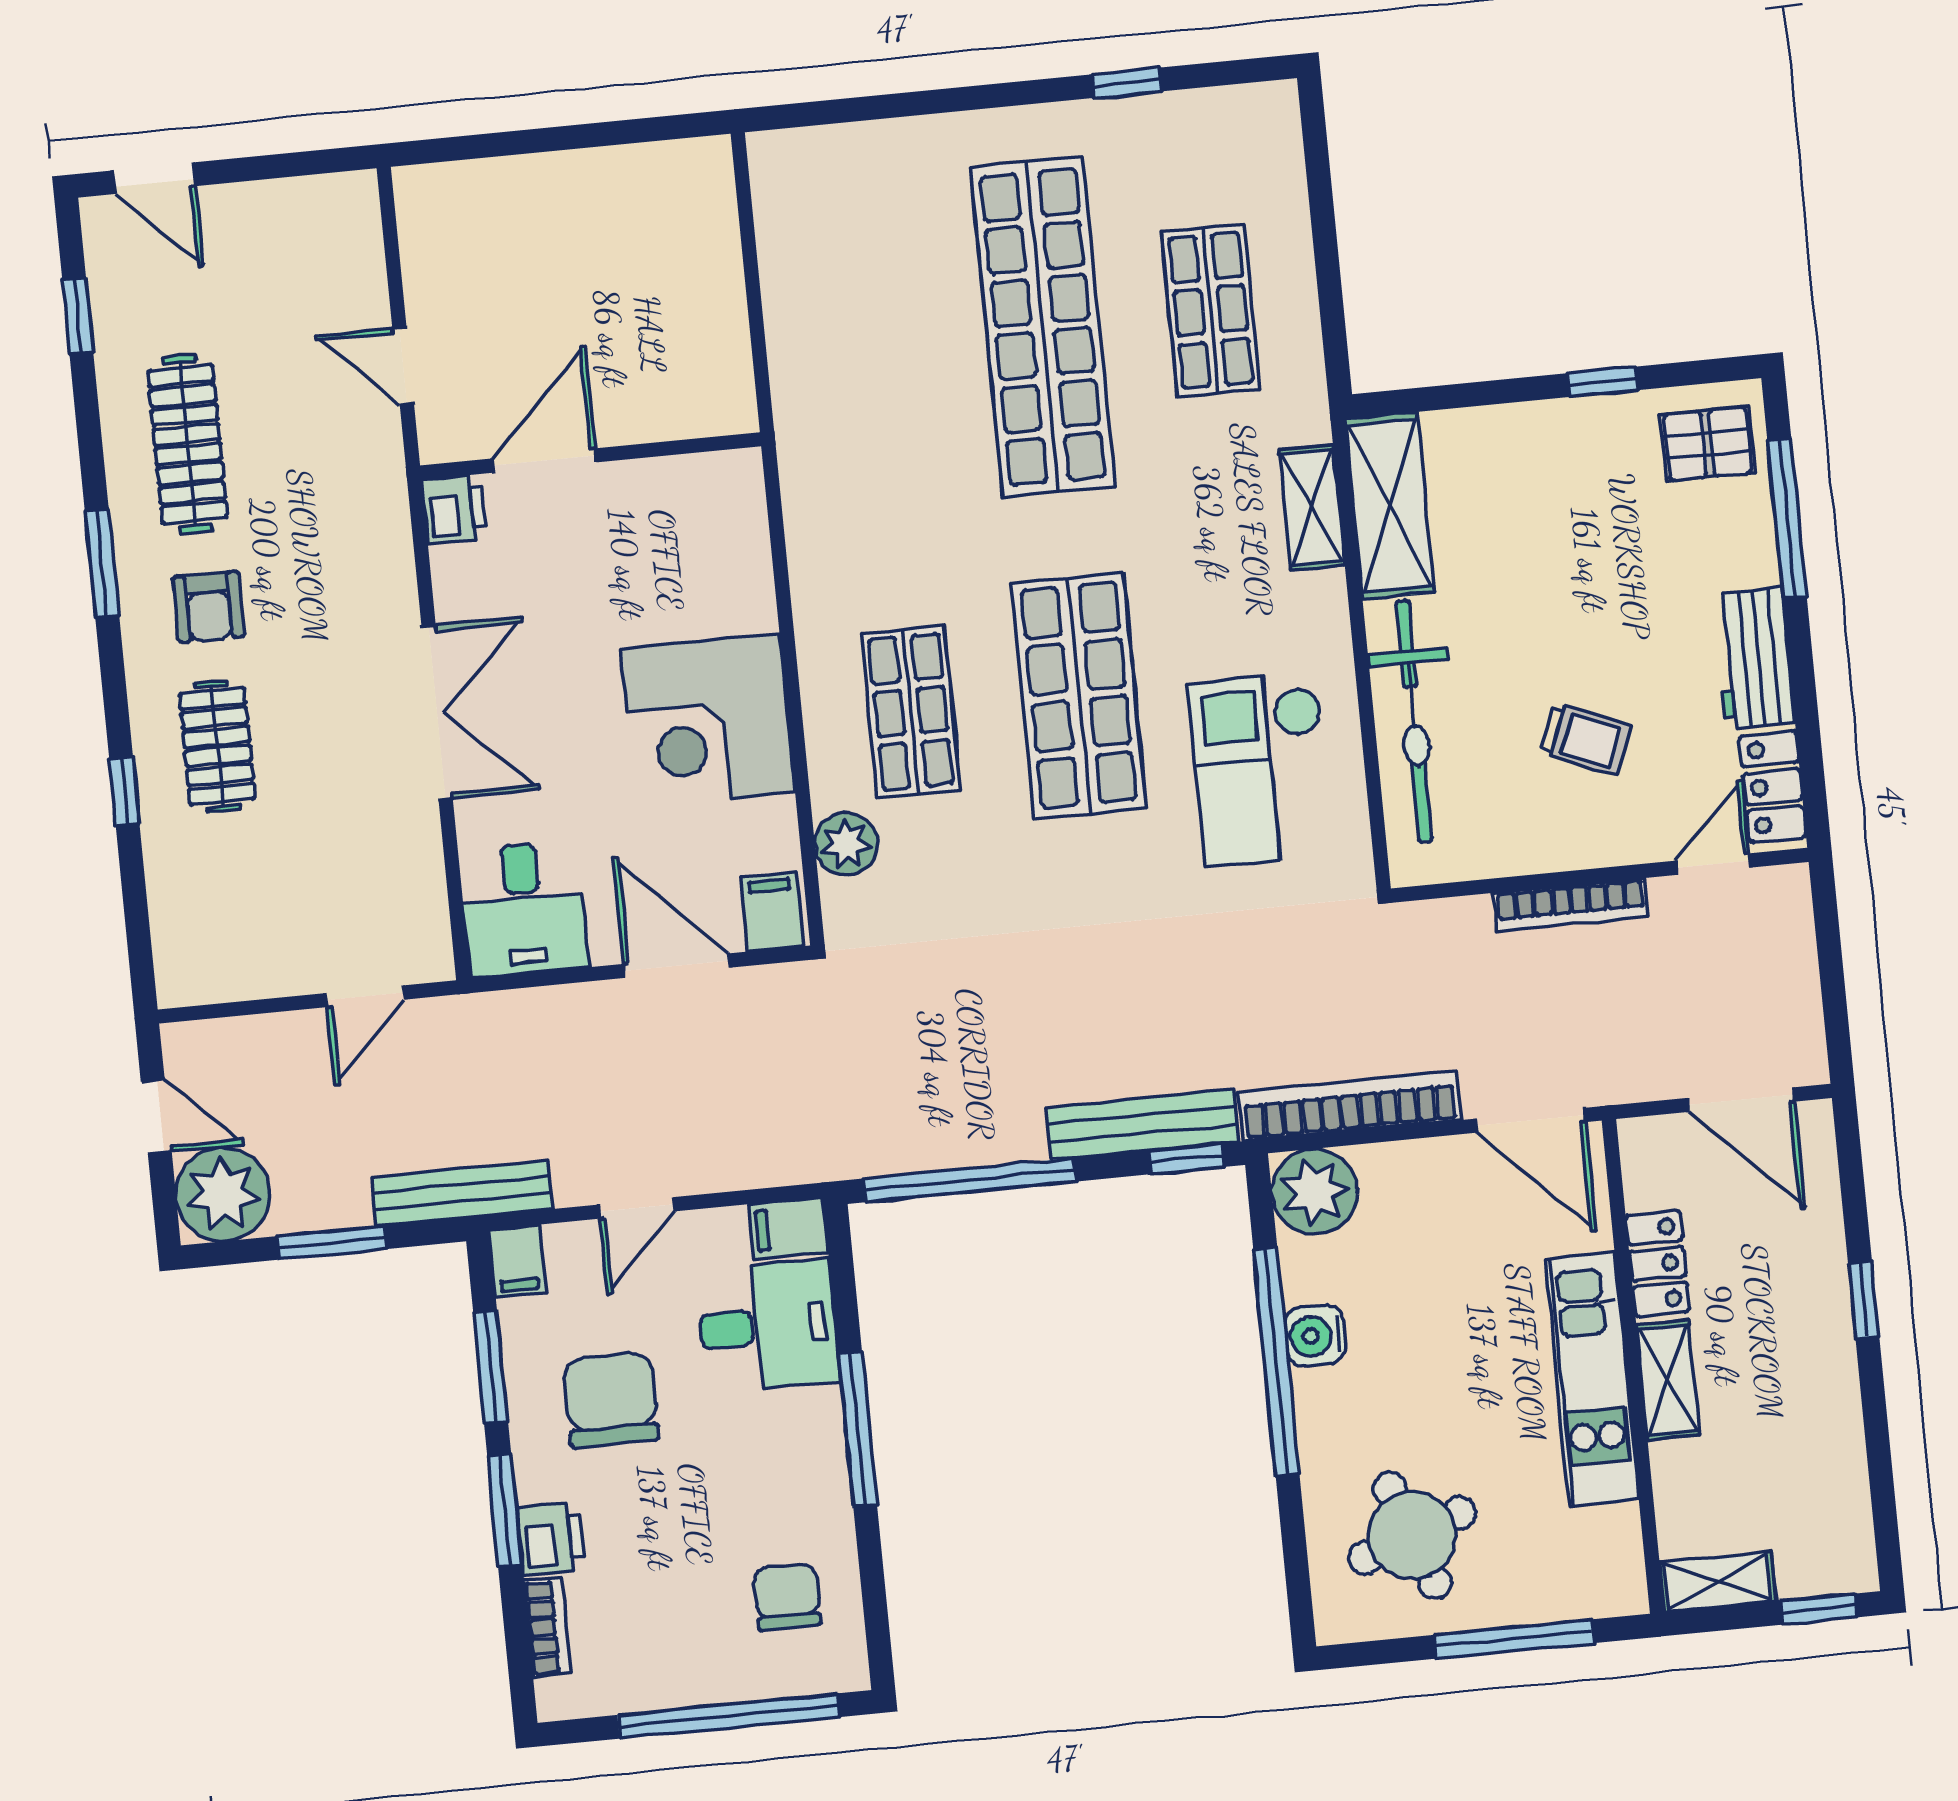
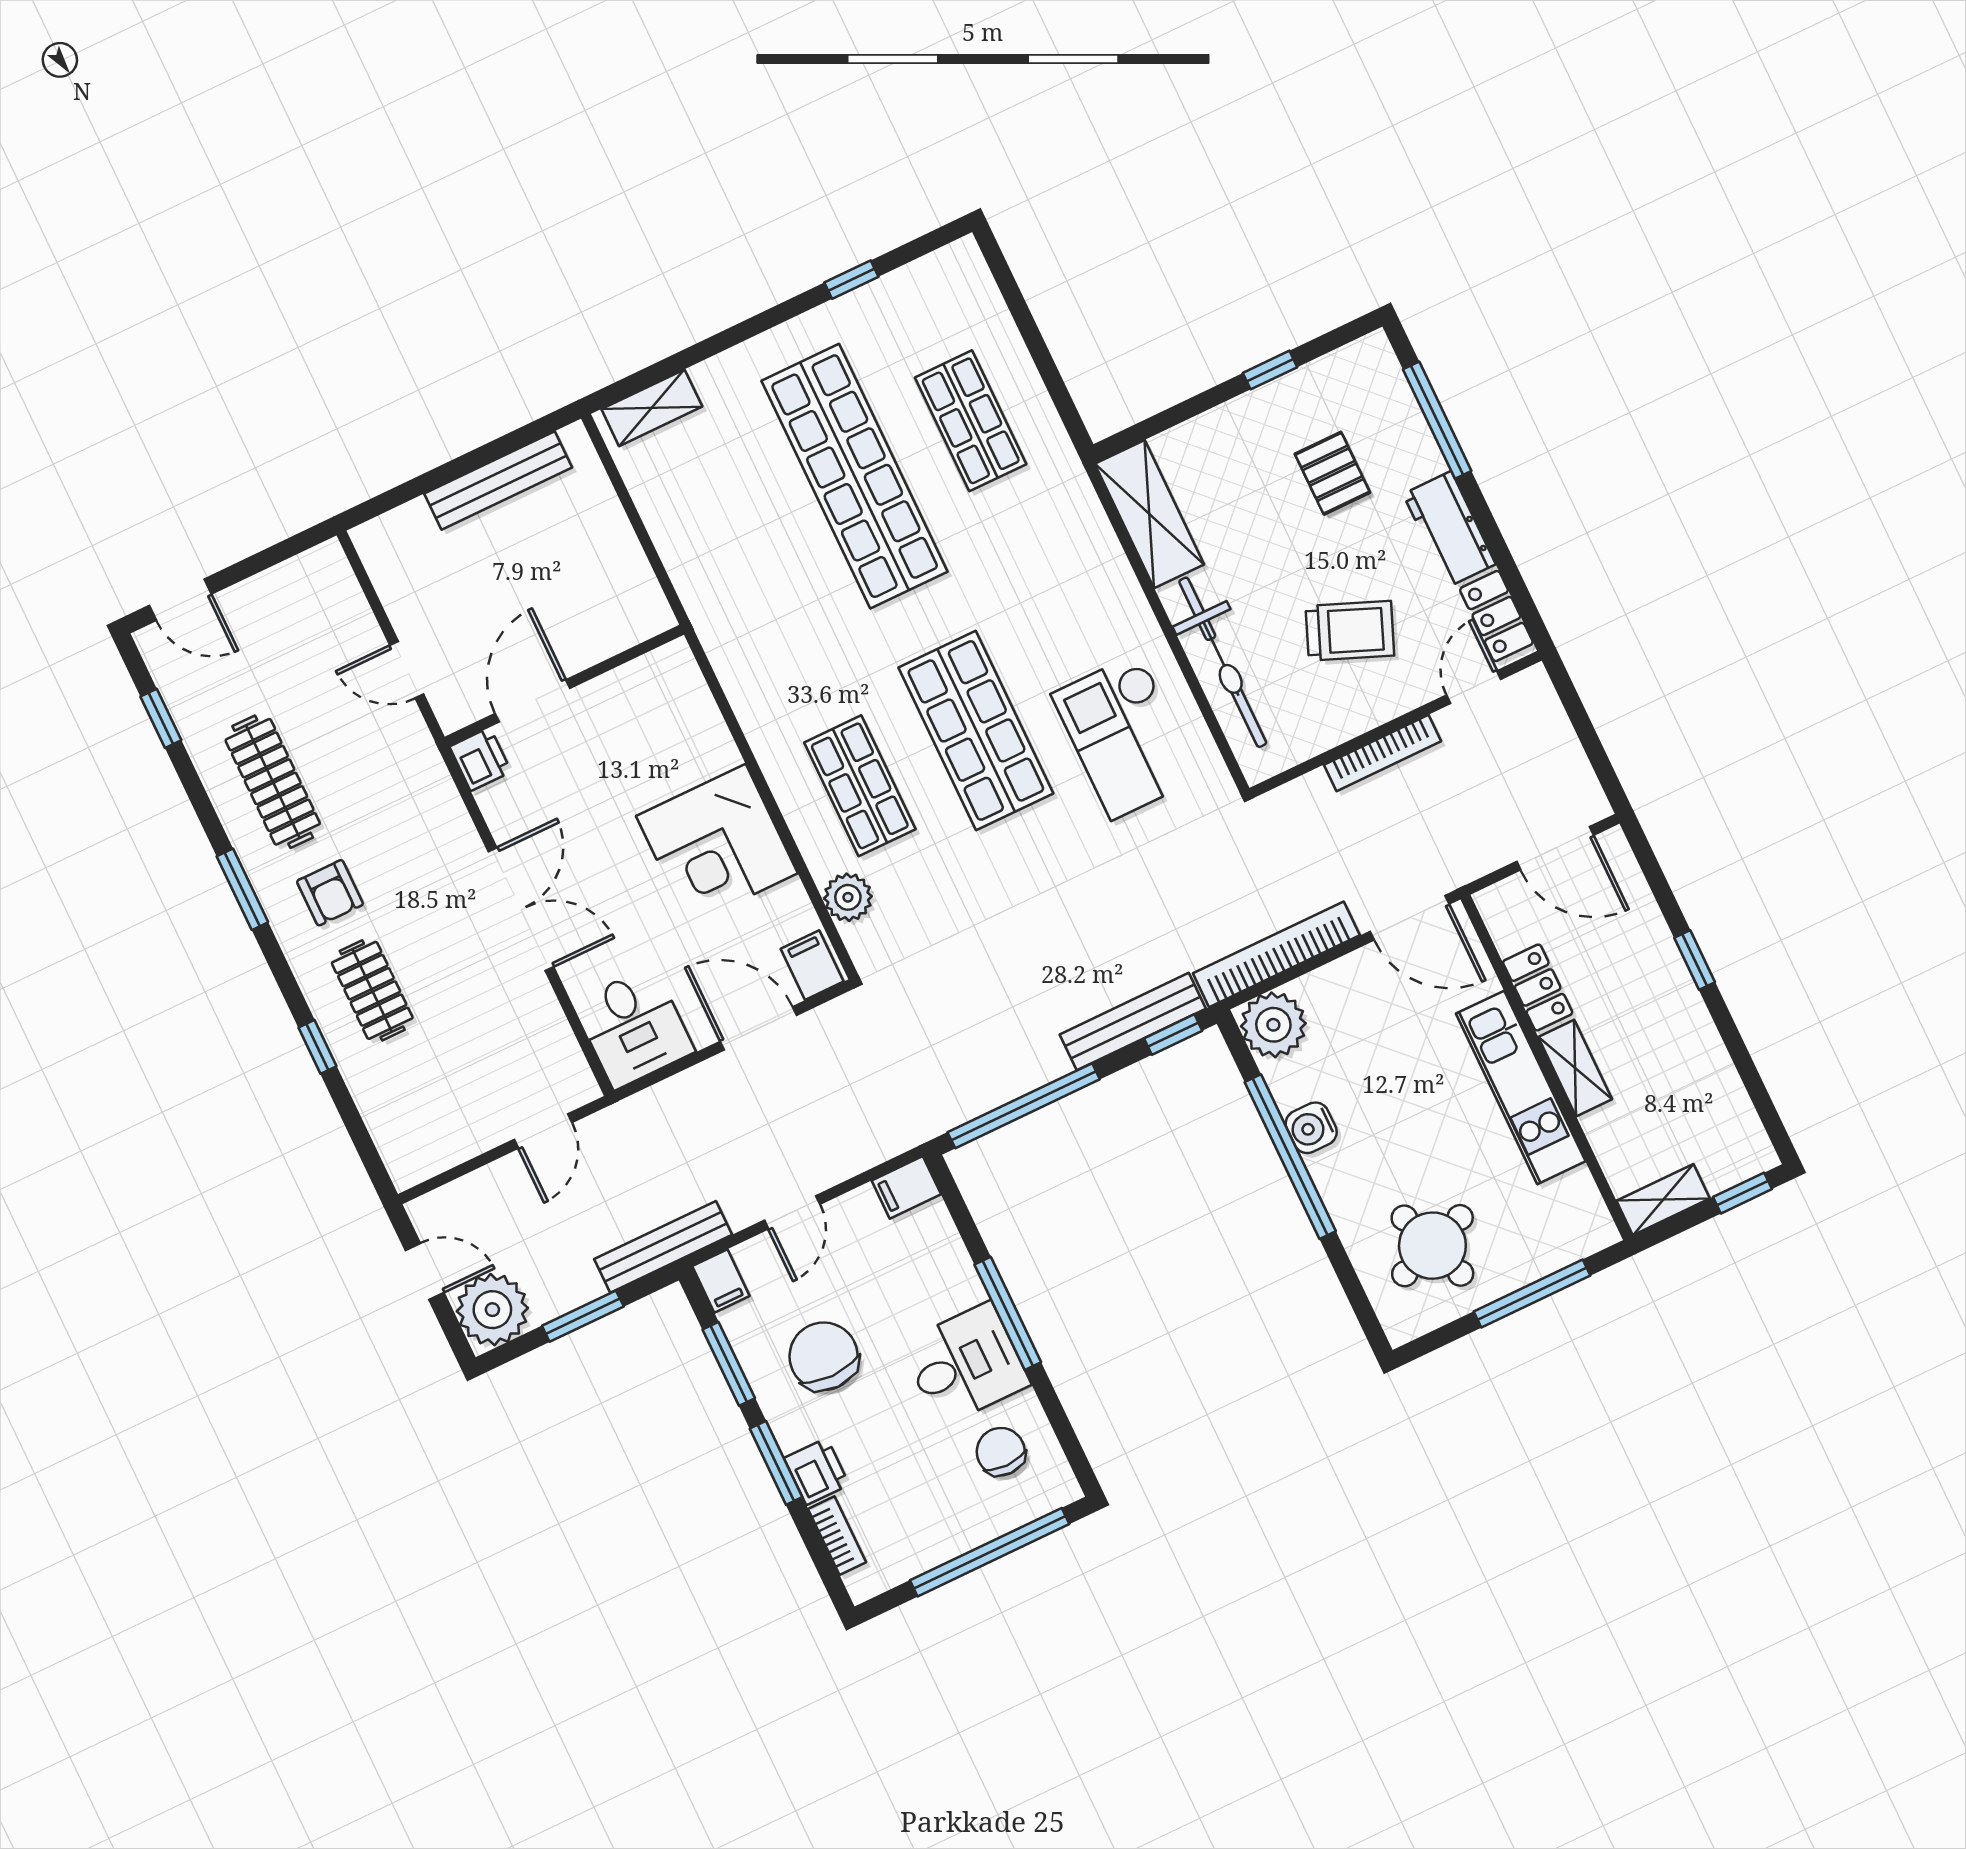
bench: (601, 173) -> (498, 481), added
pallet: (1707, 444) -> (1332, 473), moved, turned 90
shelving: (1312, 507) -> (652, 408), moved, turned 90
trolley: (1585, 739) -> (1350, 631), width x1.36, depth x1.39
desk: (768, 1326) -> (965, 1364), moved

